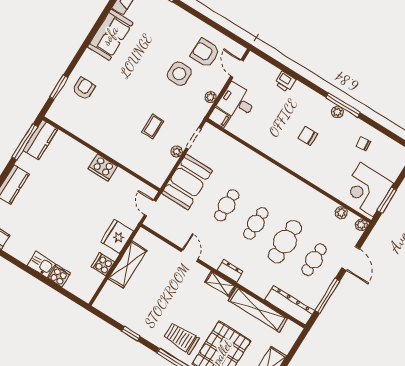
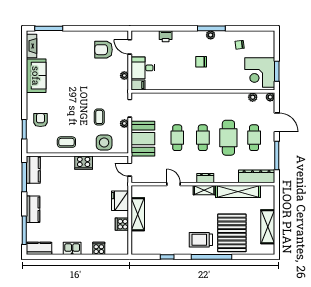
side table: (179, 74) -> (104, 142), moved
coffee table: (98, 132) -> (66, 142), added
kitchen sink: (41, 265) -> (72, 248), moved

